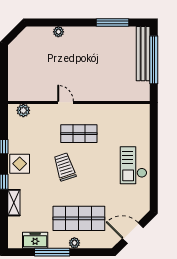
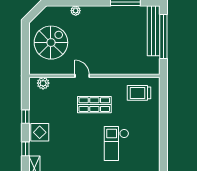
spiral stairs: (32, 66) -> (51, 43), added
checkout: (133, 165) -> (116, 143), moved
trolley: (65, 167) -> (139, 93), moved, turned -72

